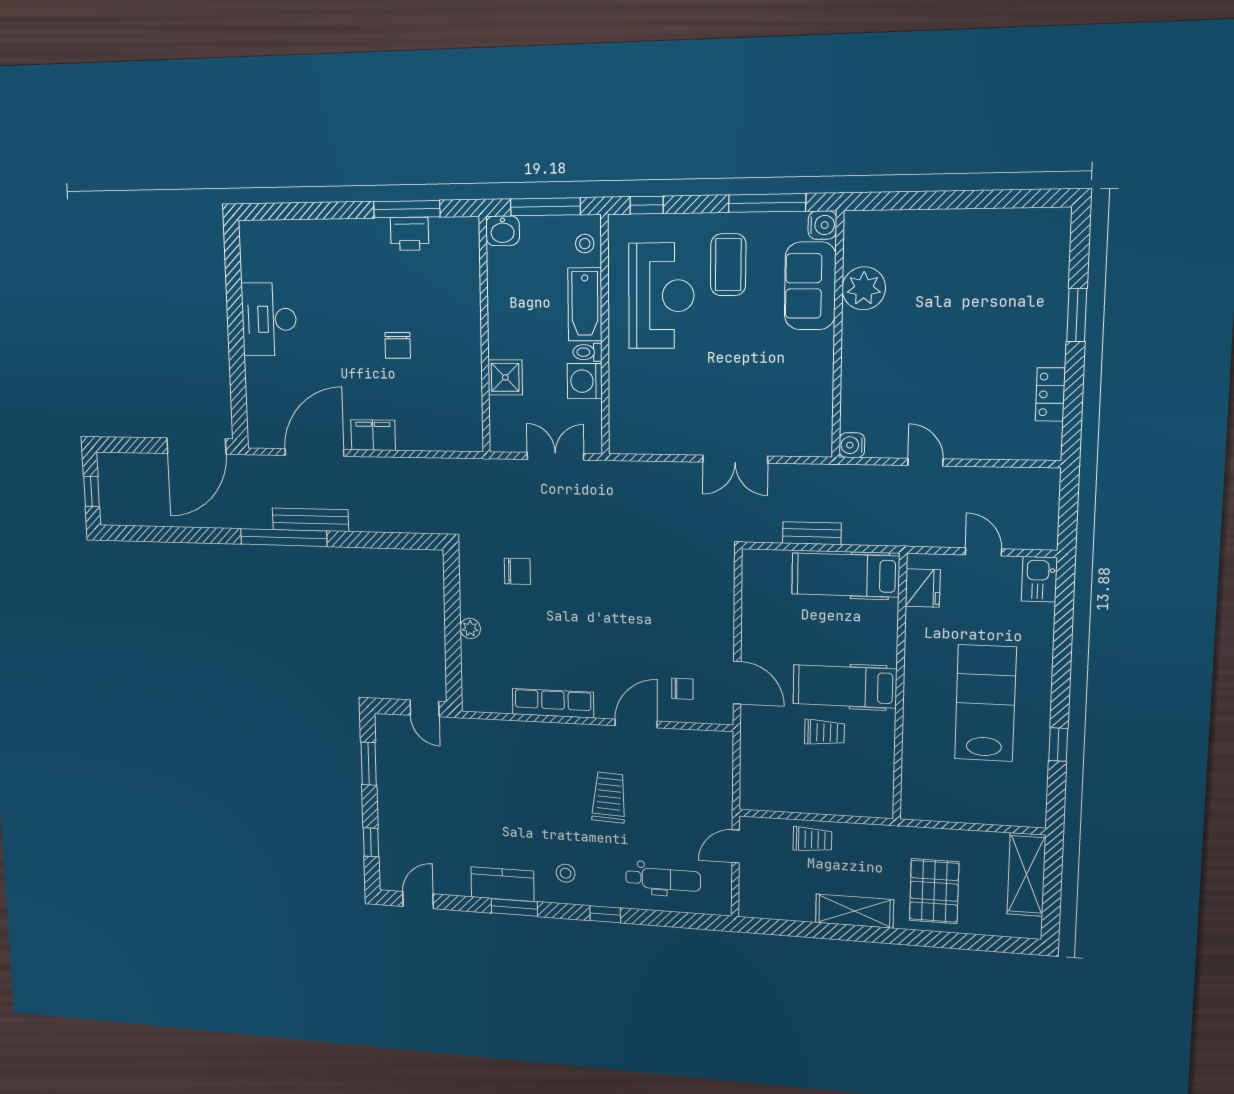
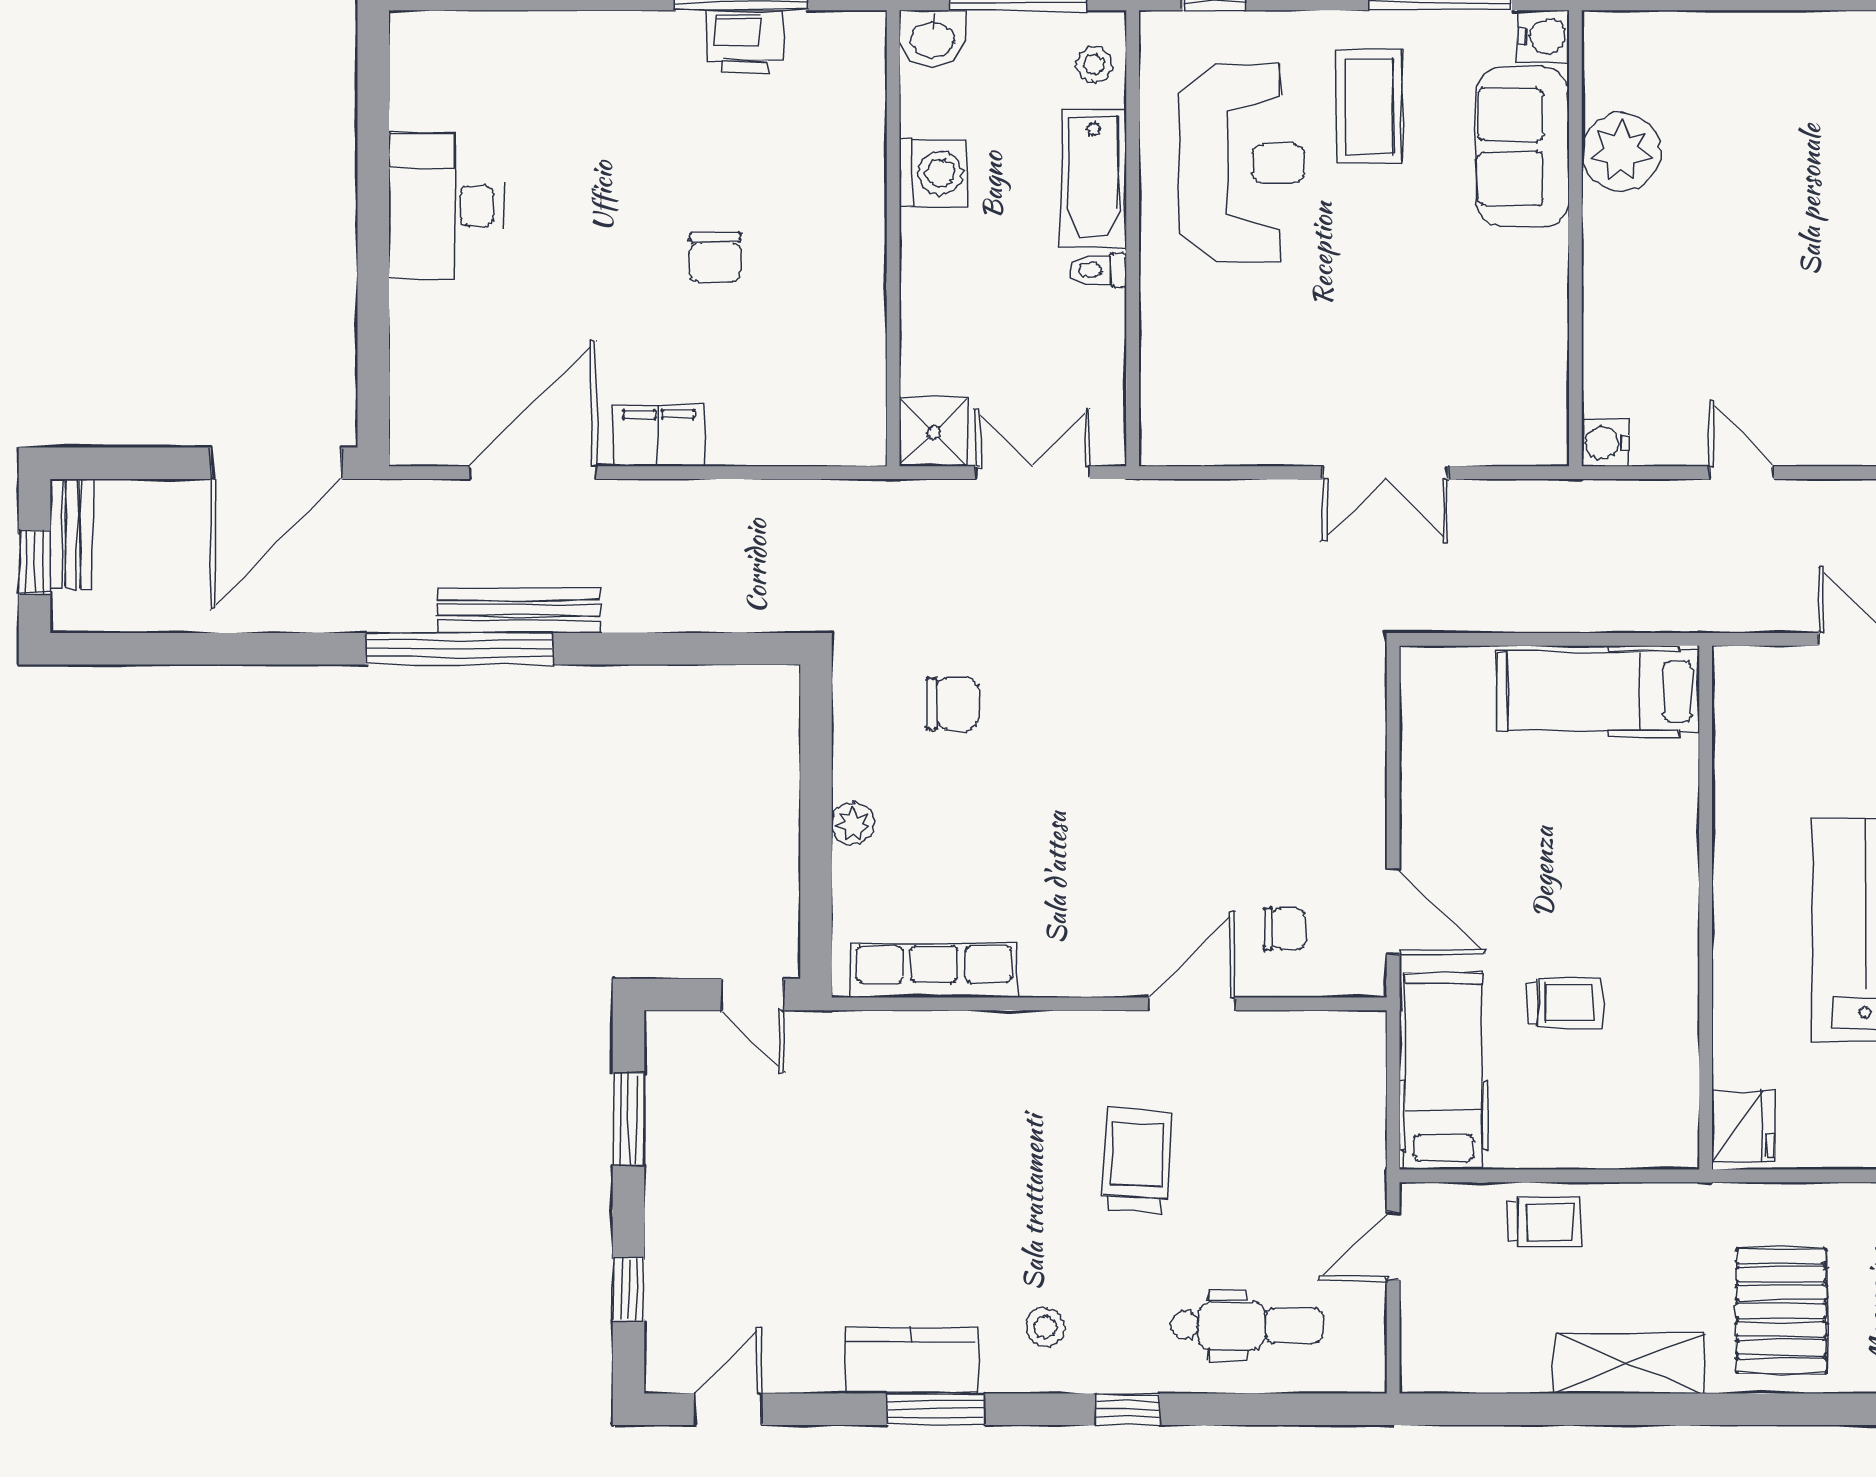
shower: (505, 377) -> (933, 432), moved
washing machine: (585, 381) -> (933, 173), moved, turned 180
bench: (812, 533) -> (71, 534), moved, turned 90
fridge: (923, 588) -> (1743, 1126), moved
hospital bed: (845, 686) -> (1444, 1071), moved, turned 90
row of seats: (553, 703) -> (934, 971), moved

